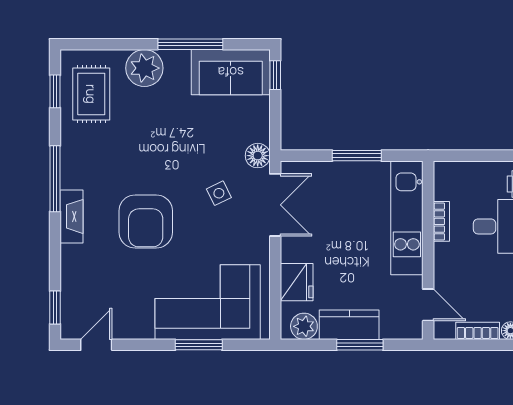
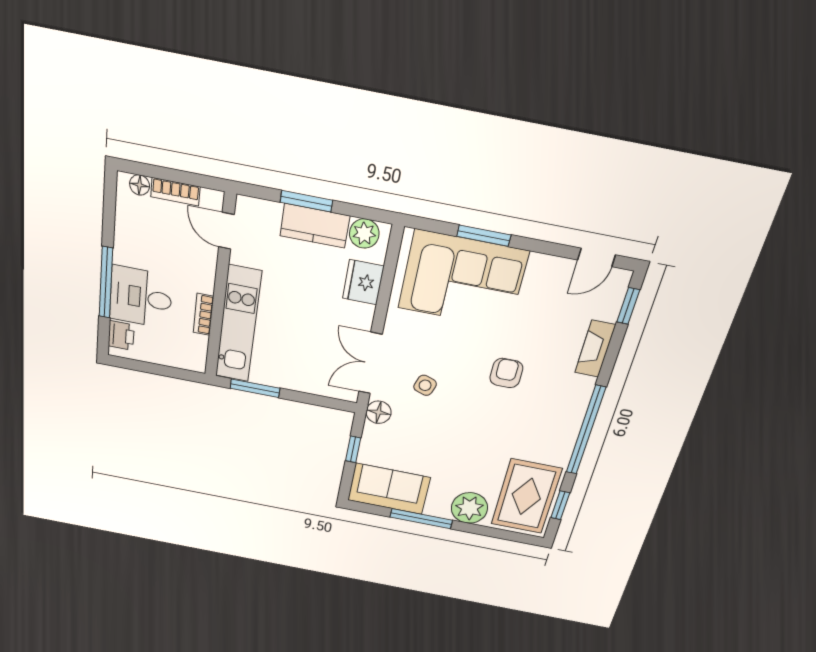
window: (275, 75) -> (353, 449), moved
rug: (91, 94) -> (526, 496), width x1.36, depth x1.43
window: (357, 156) -> (255, 388), moved
window: (55, 179) -> (586, 430), width x1.46
side table: (219, 193) -> (425, 385), turned 45
fireplace: (72, 216) -> (595, 349), moved
armchair: (146, 221) -> (506, 373), width x0.53, depth x0.53

